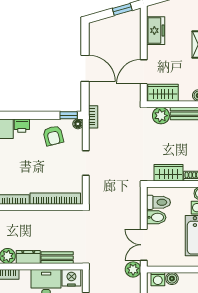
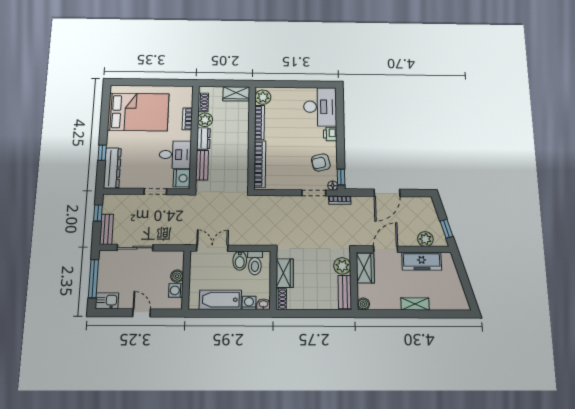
freezer: (156, 31) -> (422, 261), width x1.40
door: (144, 72) -> (386, 249), hinge flipped
doorway: (86, 163) -> (314, 193), moved
plant: (133, 269) -> (425, 239), moved
washing machine: (158, 279) -> (176, 290), moved

